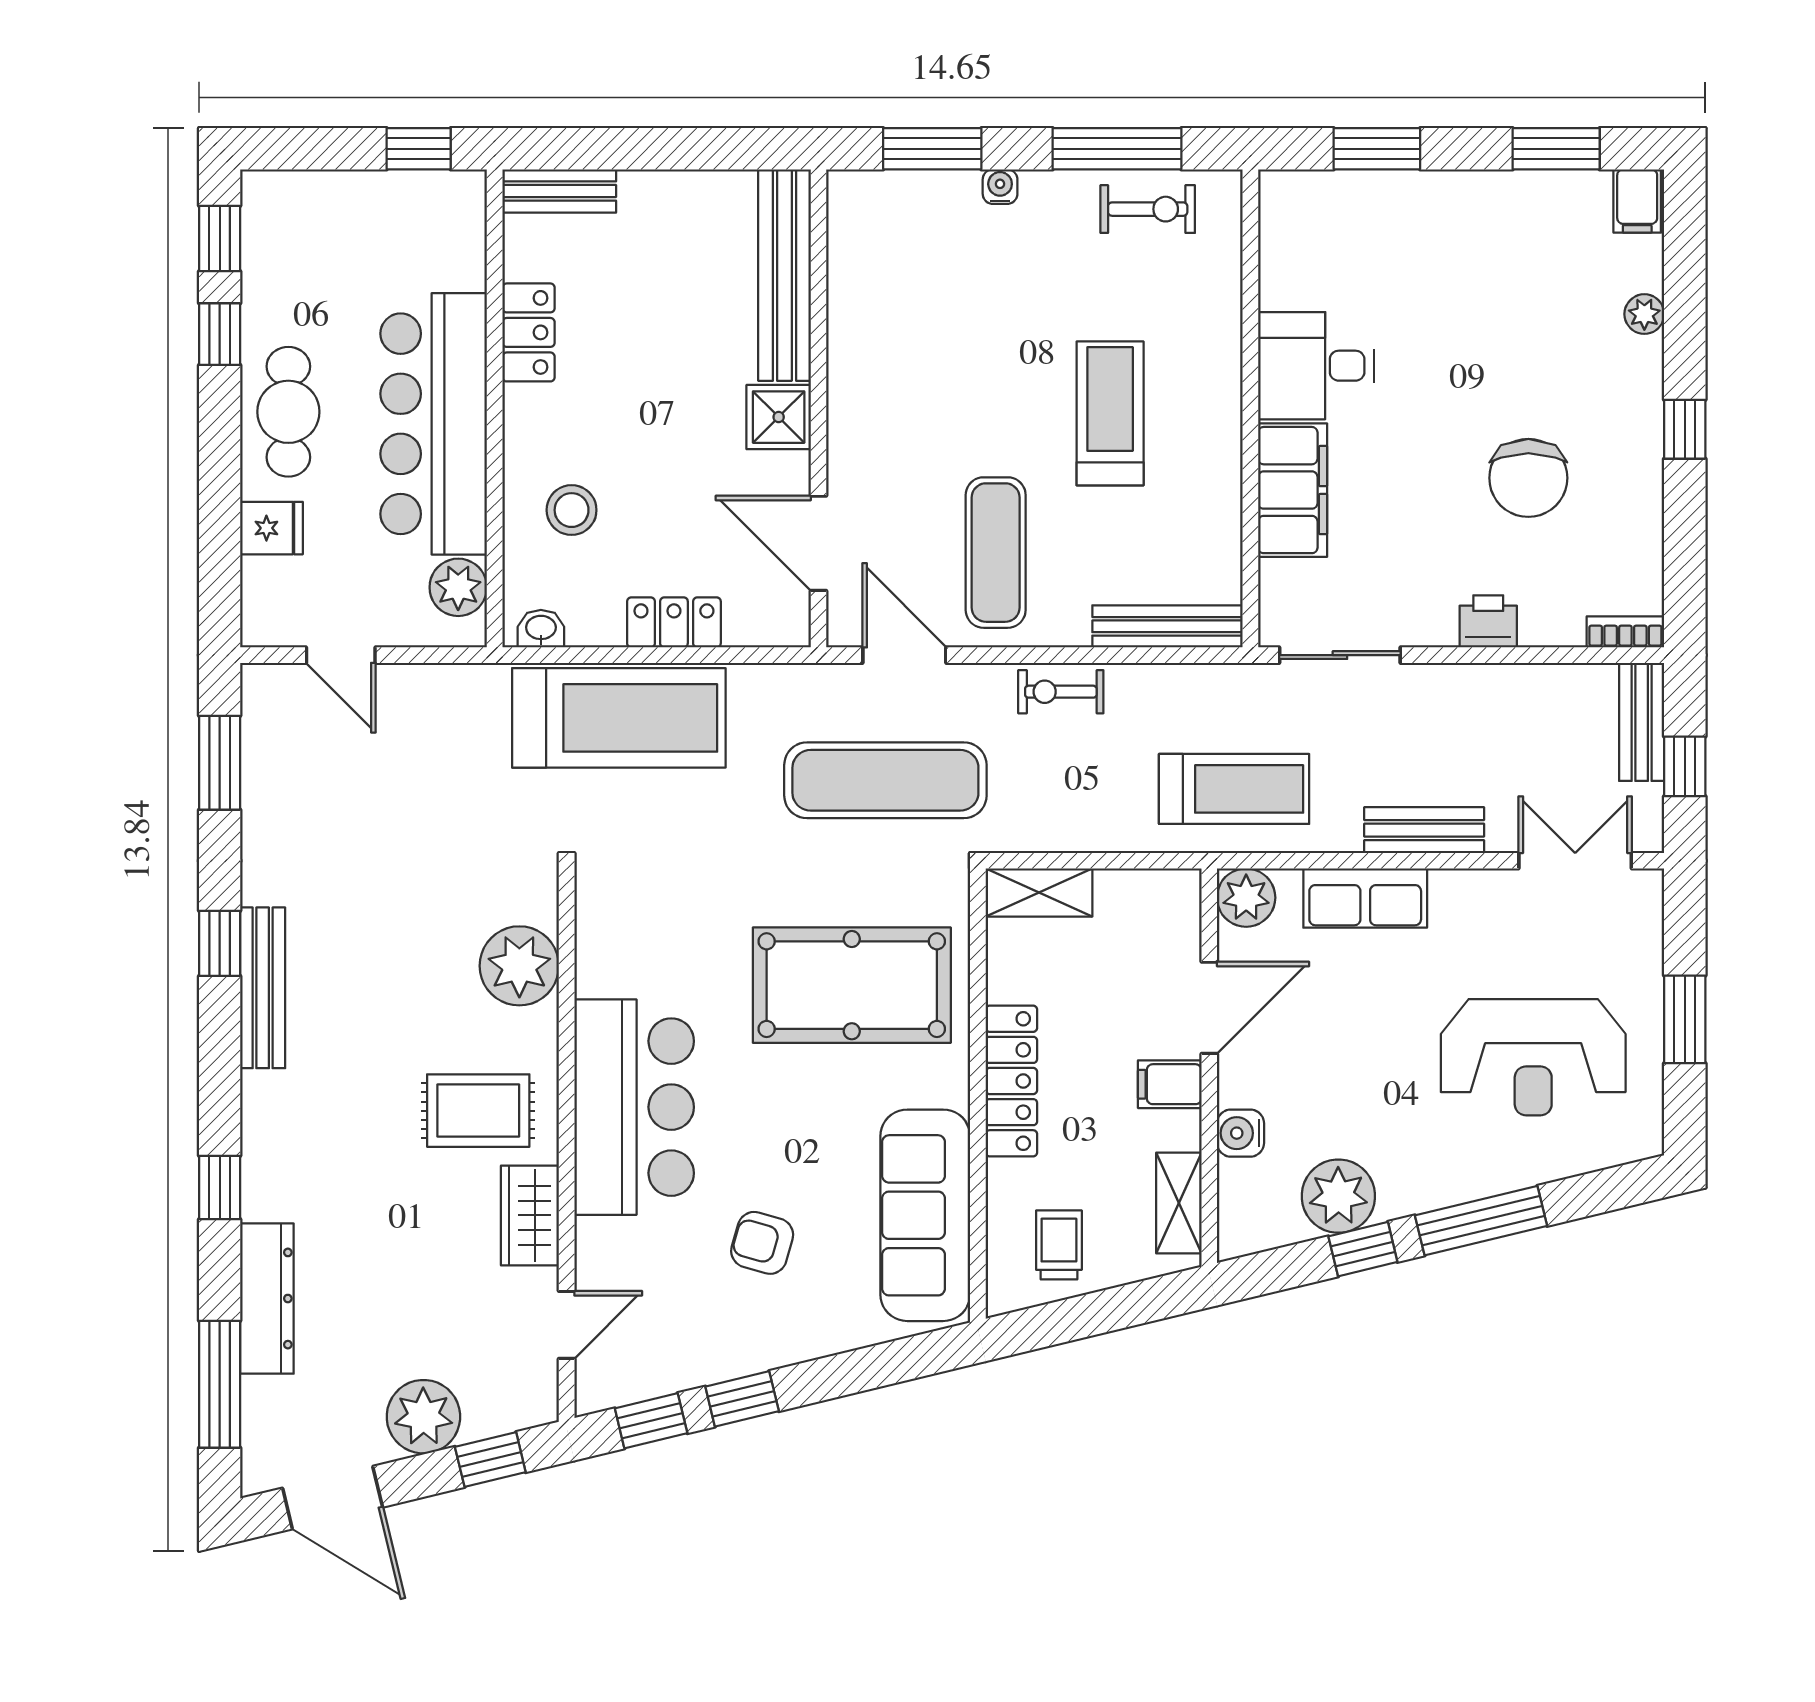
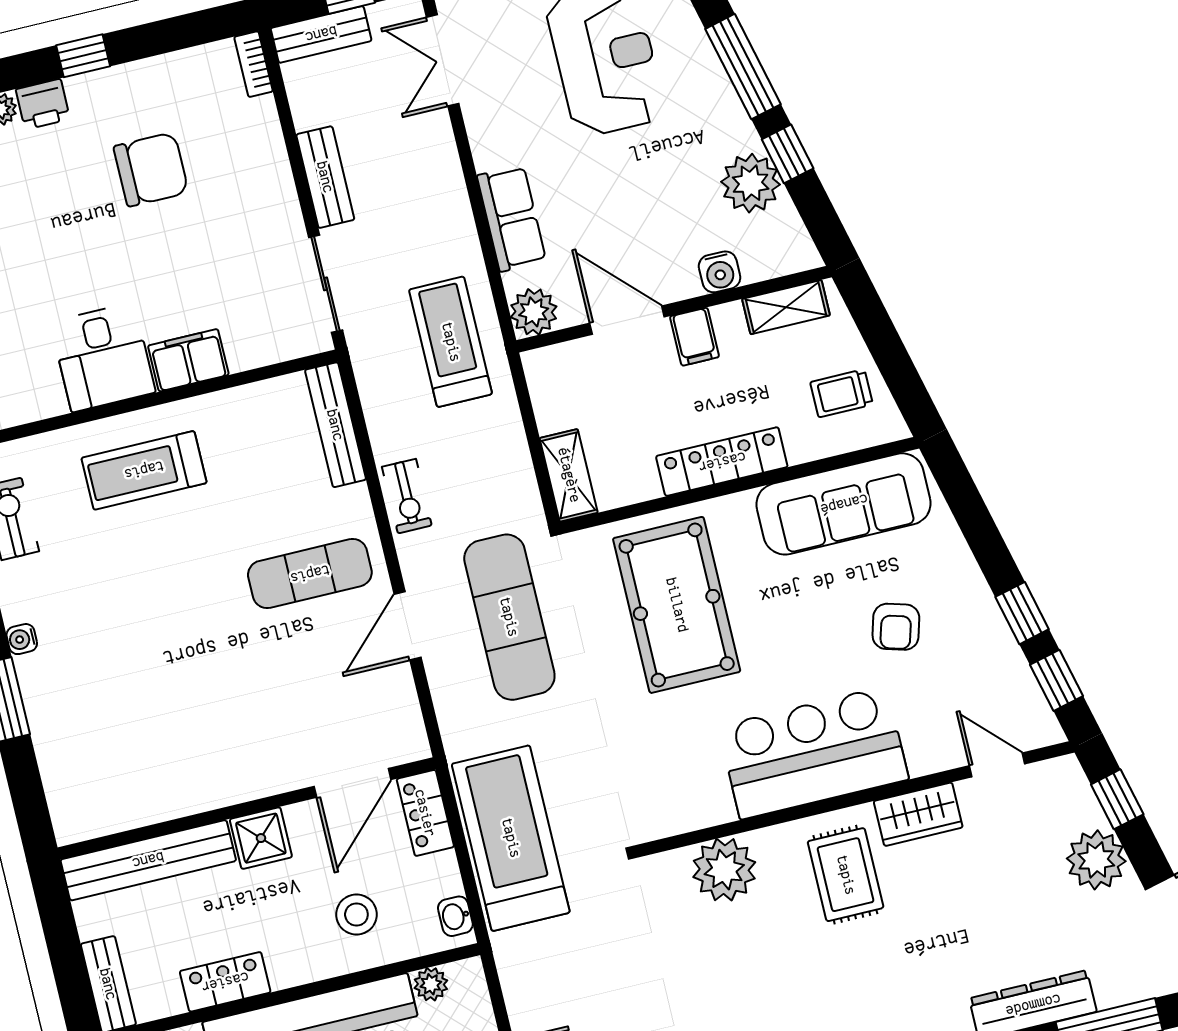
bench: (784, 275) -> (148, 860), moved
wall: (819, 408) -> (247, 808), moved
treadmill: (1110, 413) -> (144, 470), moved
shower: (779, 417) -> (261, 838), moved
filing cabinet: (1293, 490) -> (188, 360), width x0.67, depth x0.86
door: (819, 543) -> (352, 783), moved
plant: (458, 587) -> (431, 984), width x0.73, depth x0.73
printer: (1488, 621) -> (43, 104), moved, turned -90
bench: (1424, 830) -> (325, 177), moved

